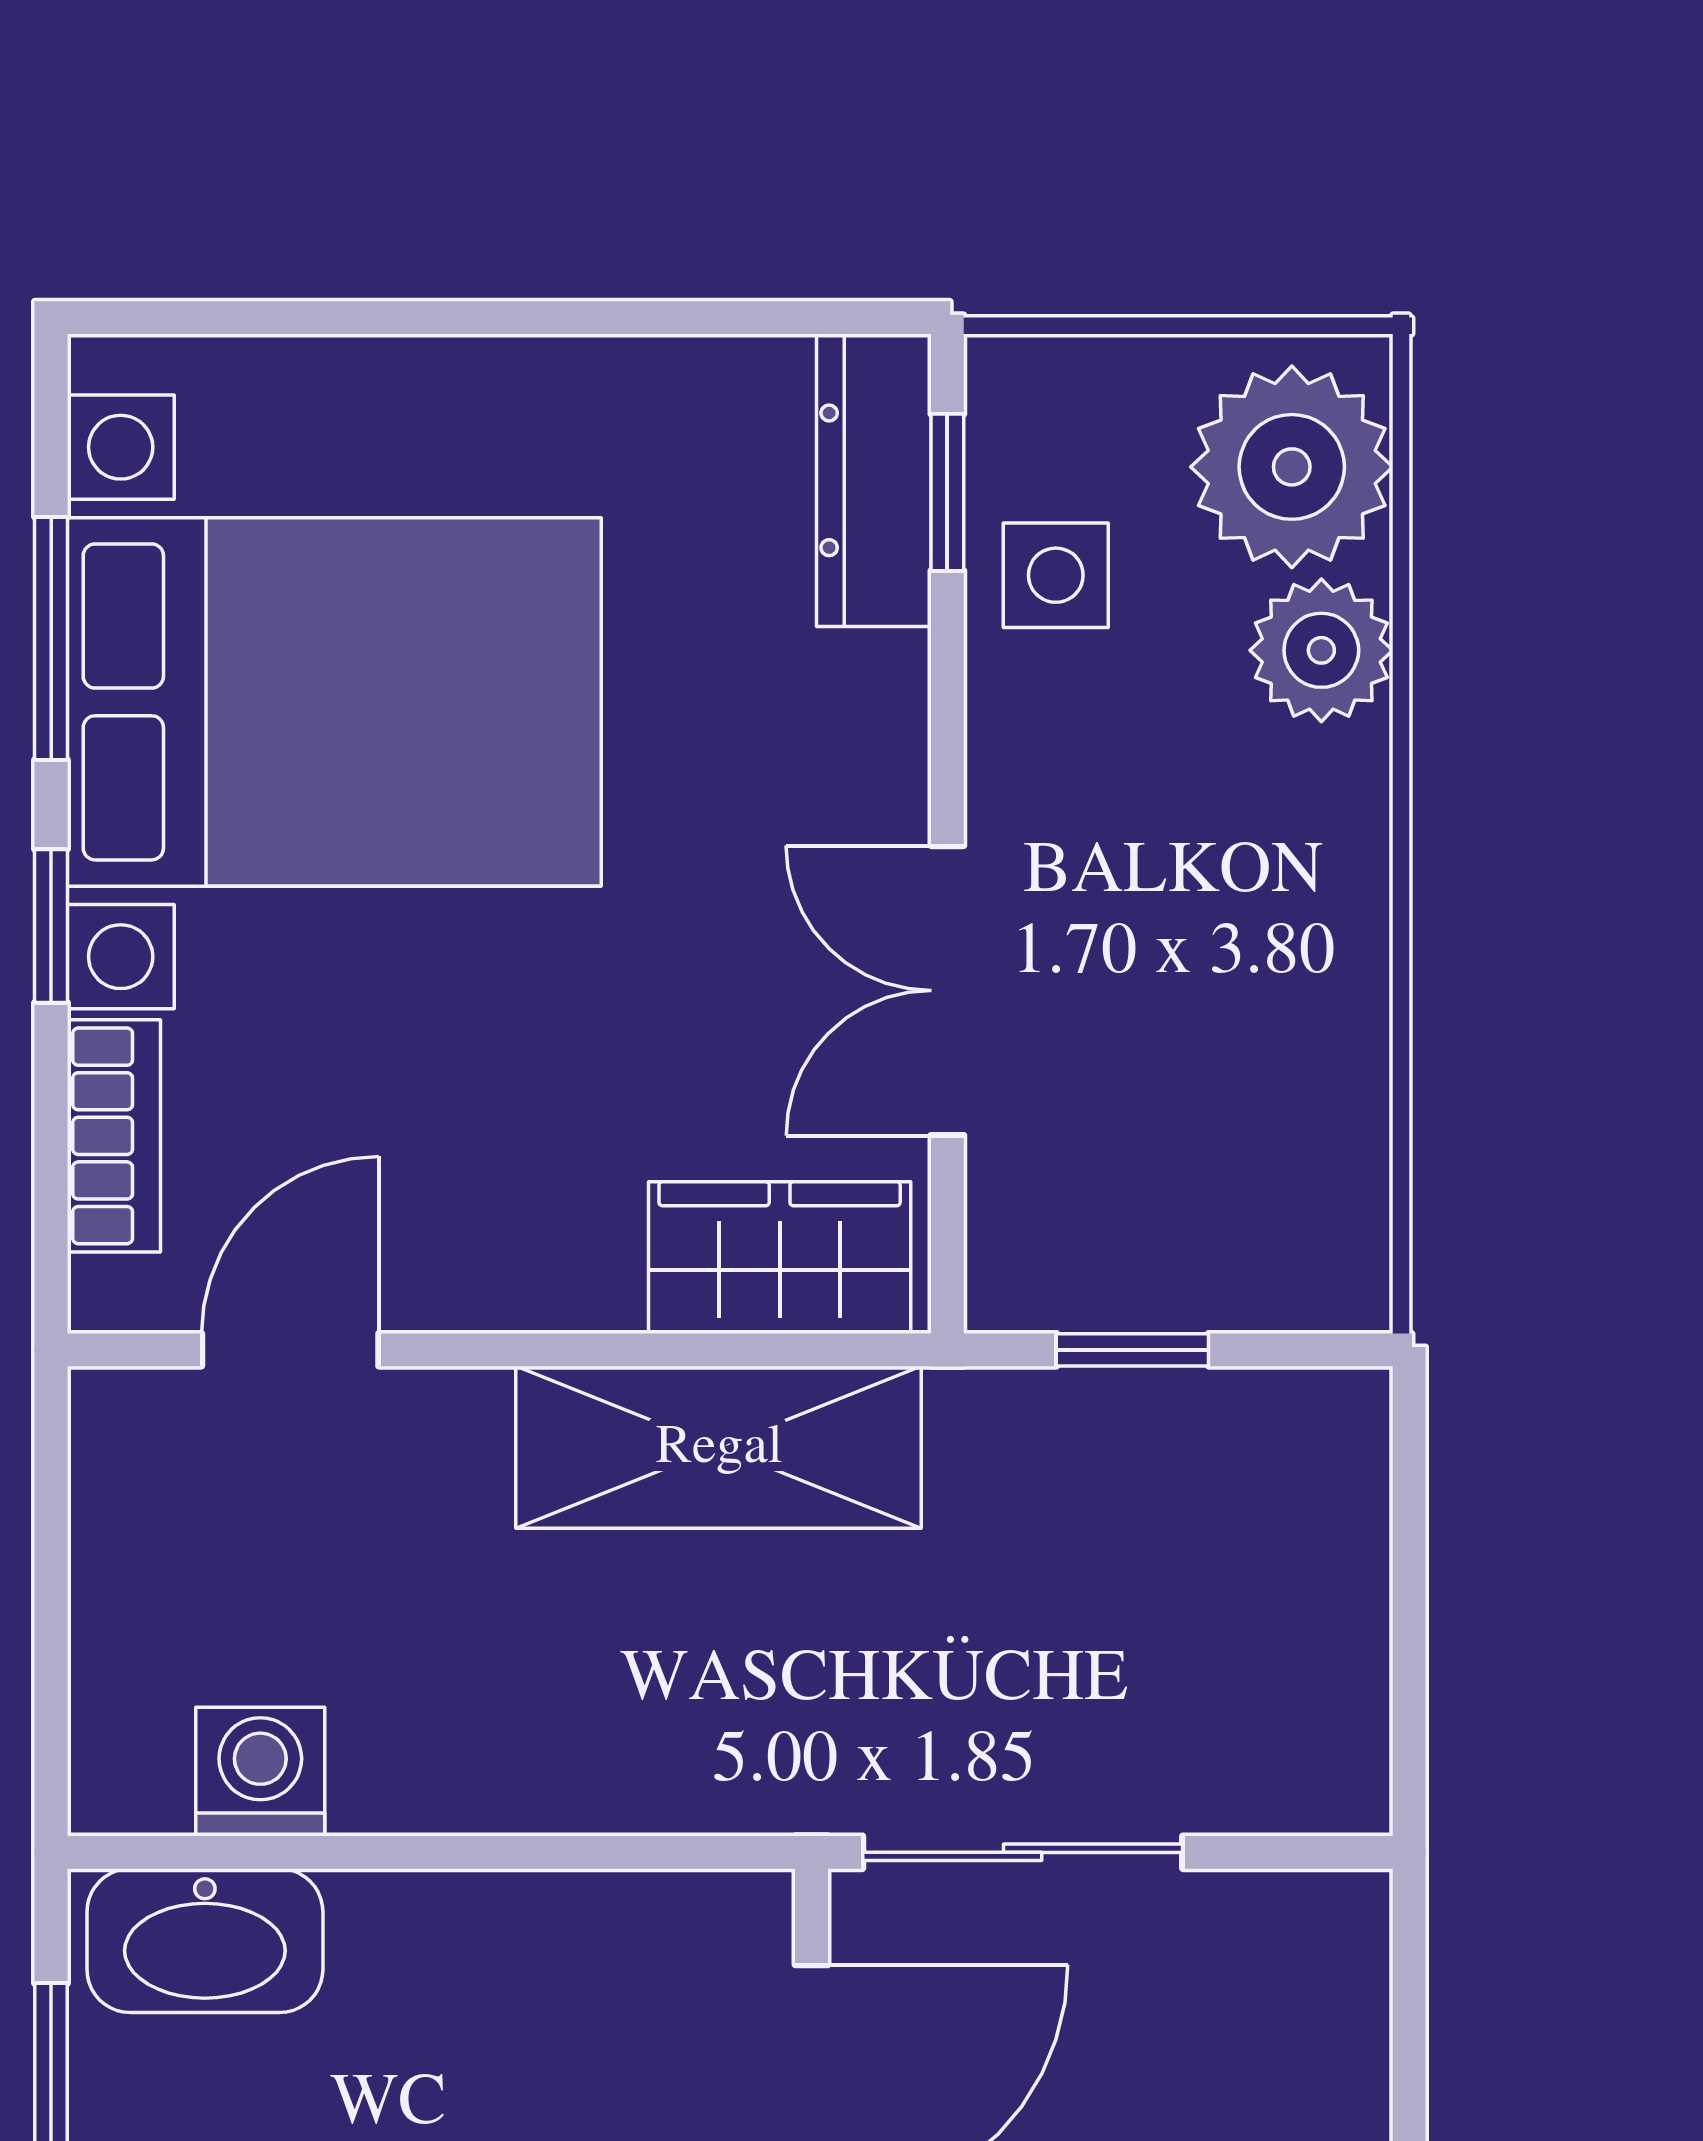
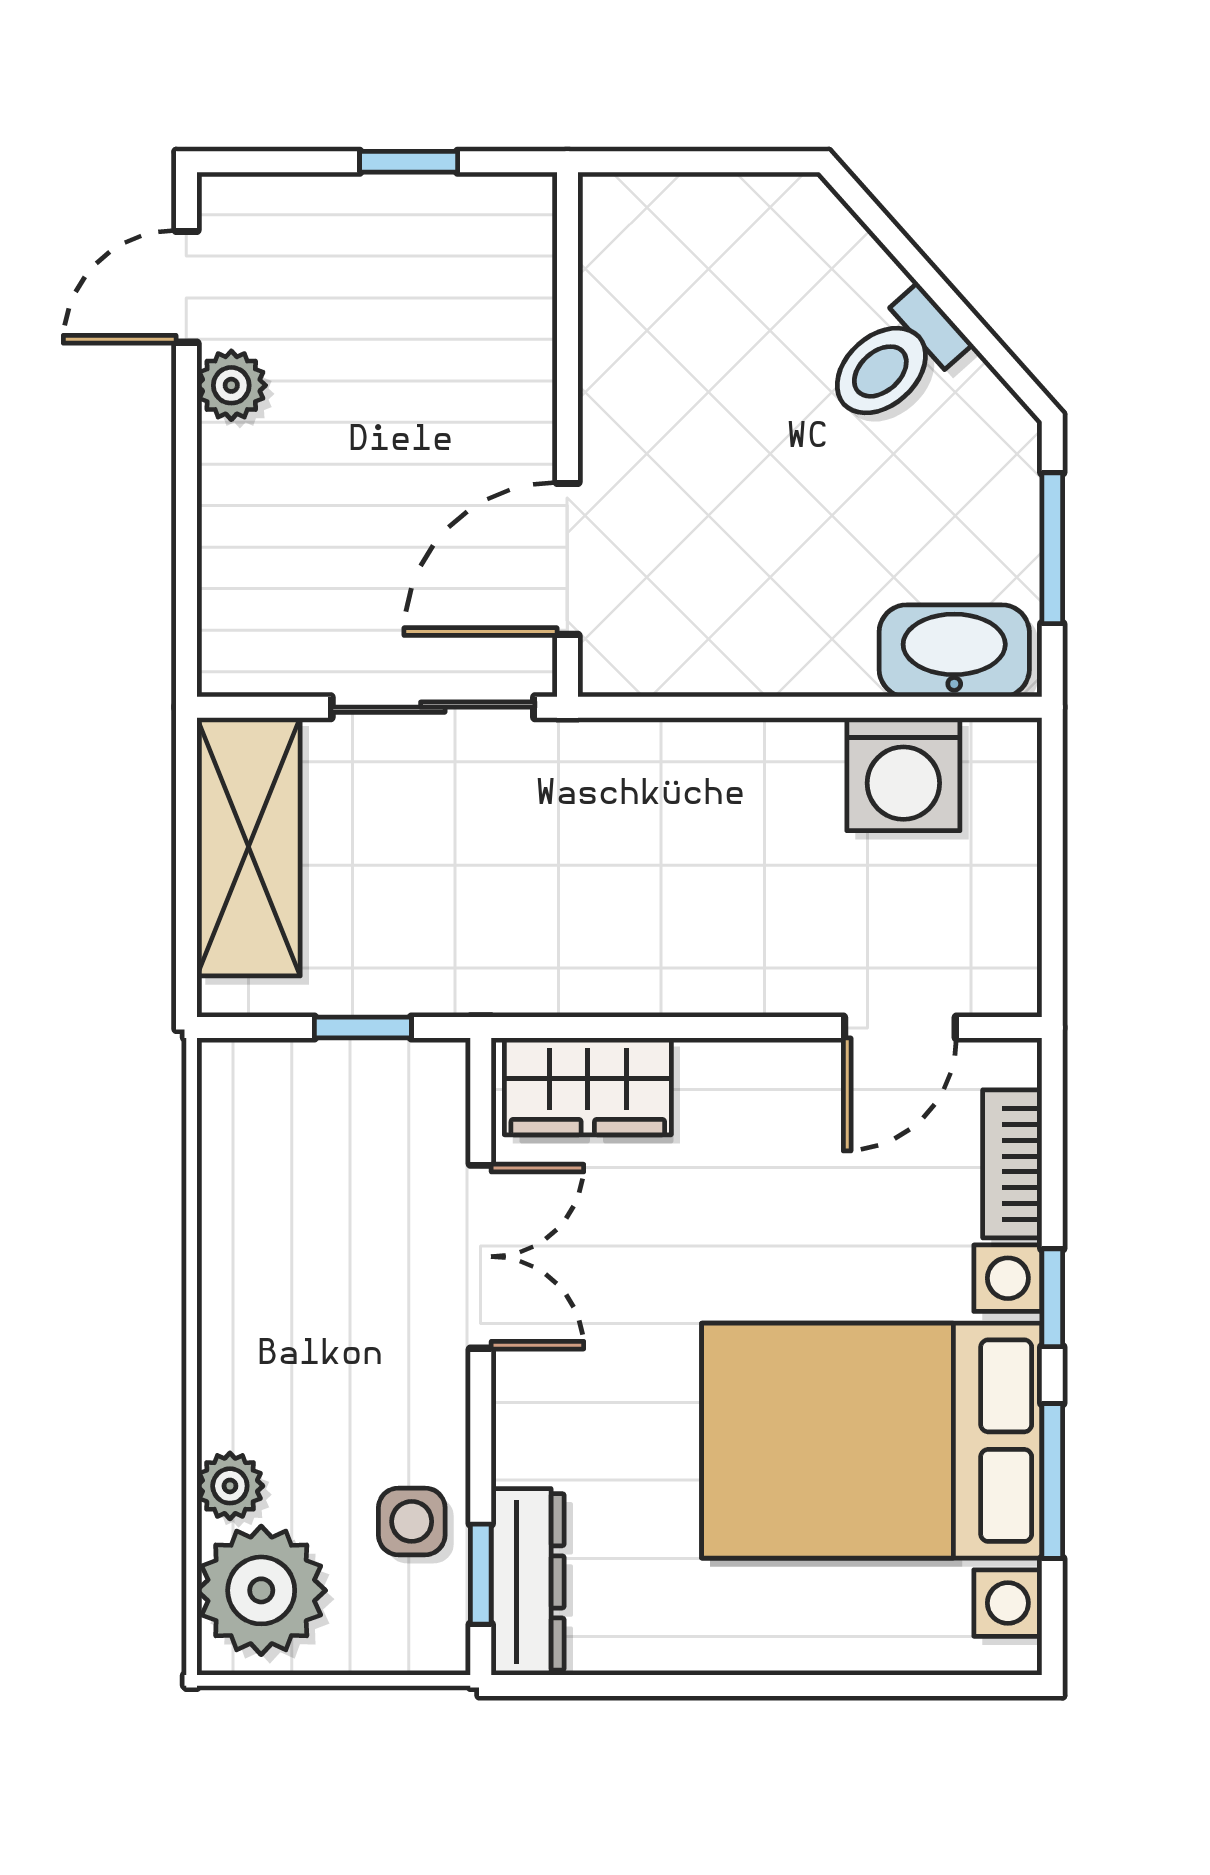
plant: (1321, 650) -> (230, 1486), width x0.73, depth x0.73
shelving: (719, 1447) -> (248, 847), moved, turned 90
washing machine: (260, 1772) -> (903, 774), width x1.38, depth x1.38

